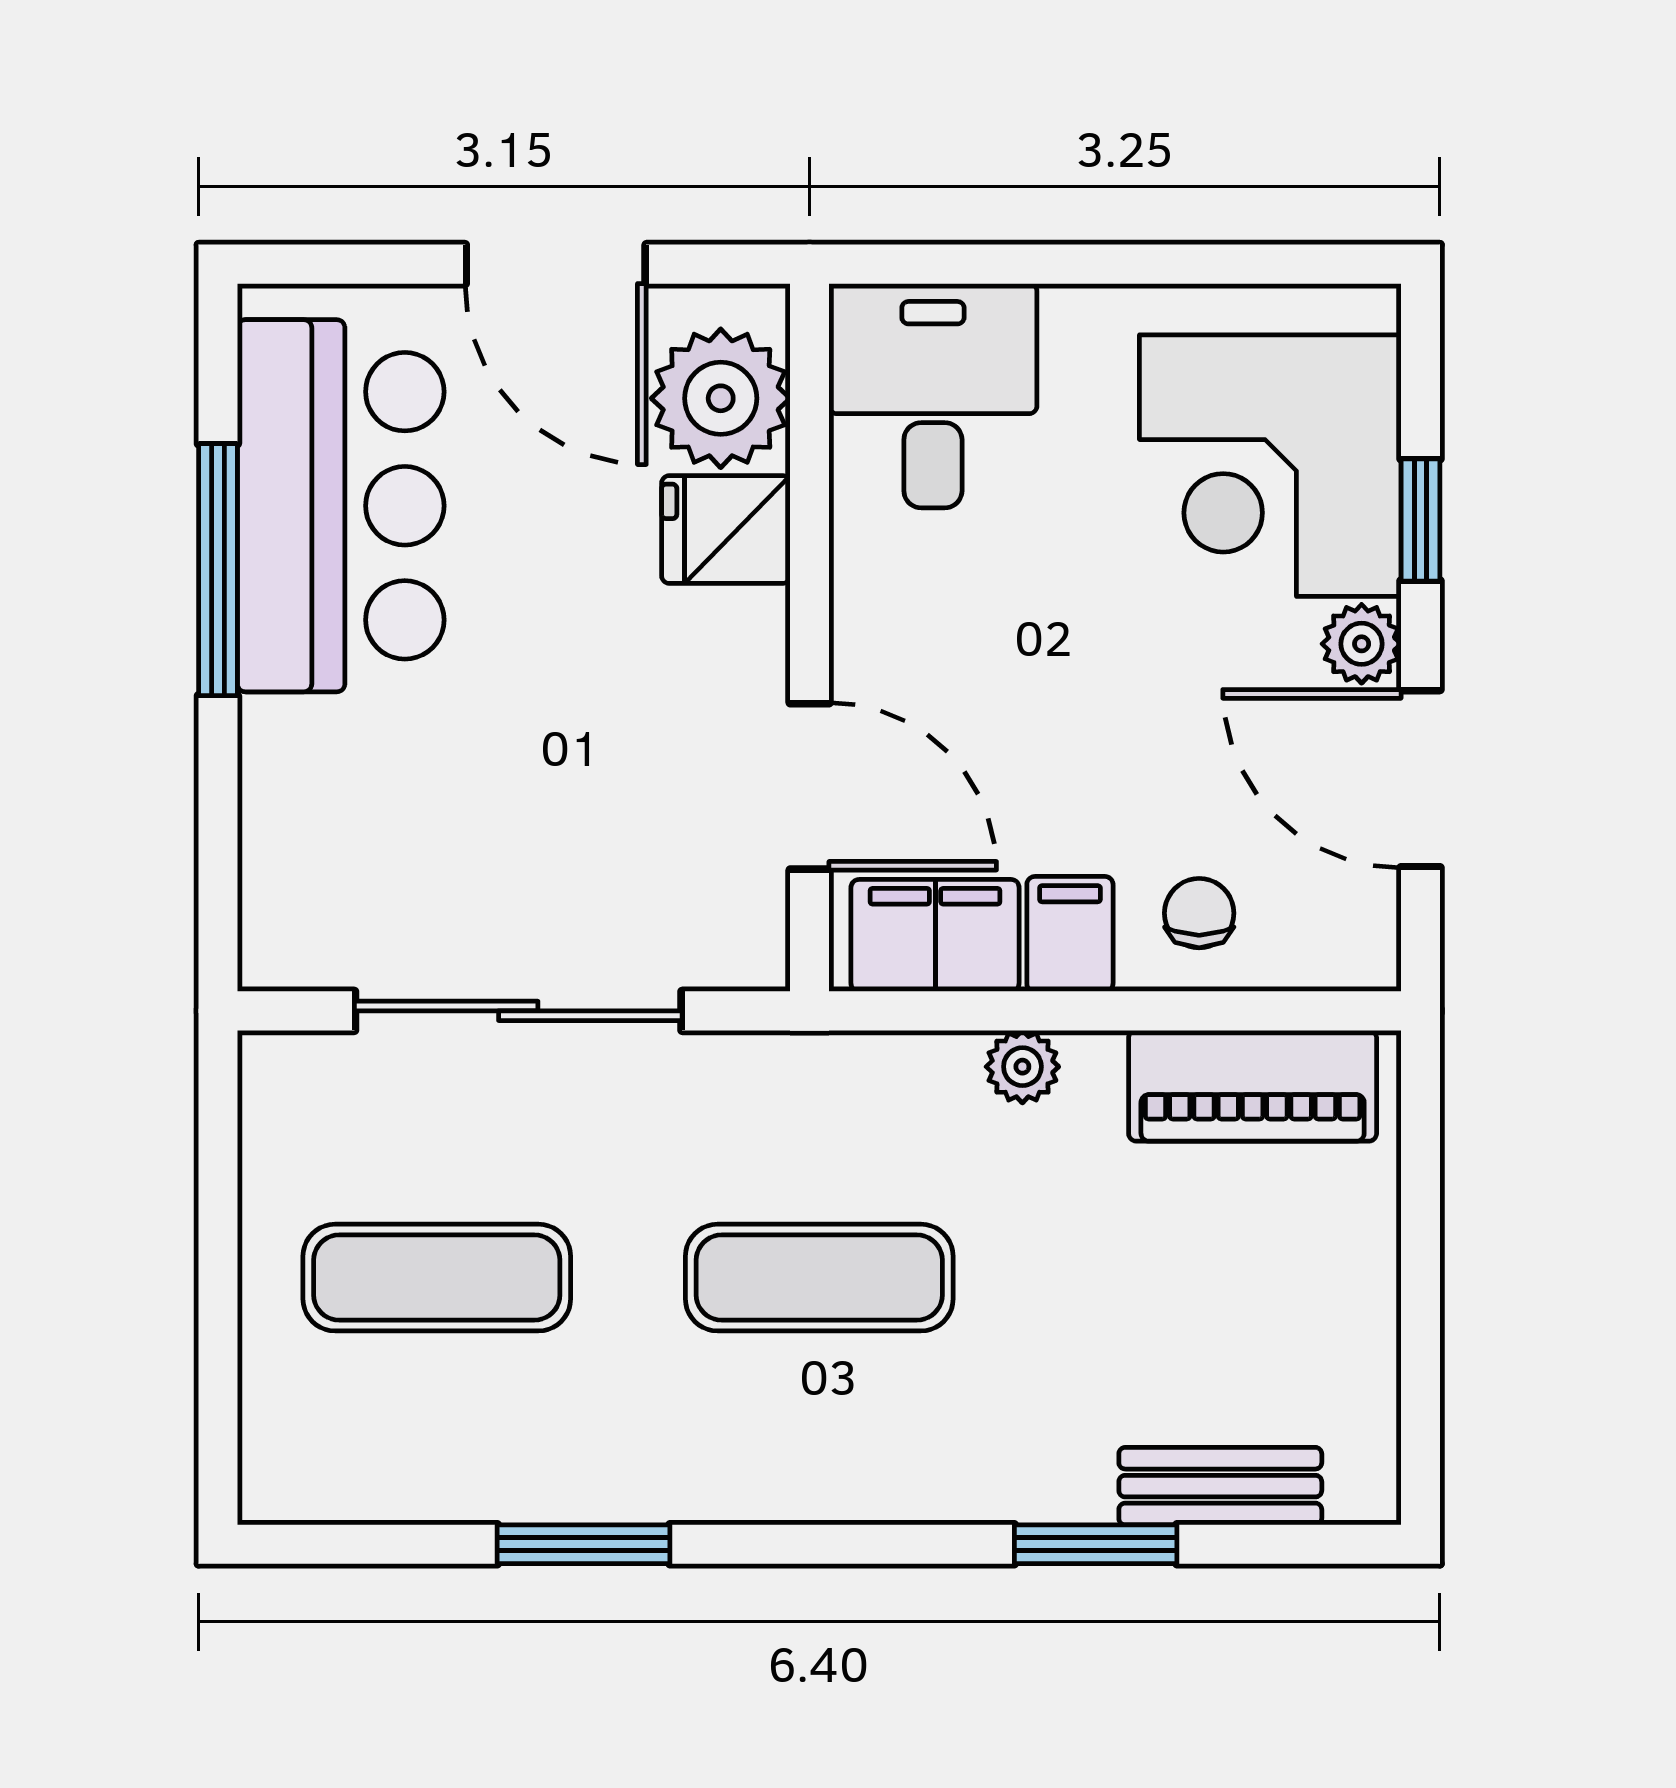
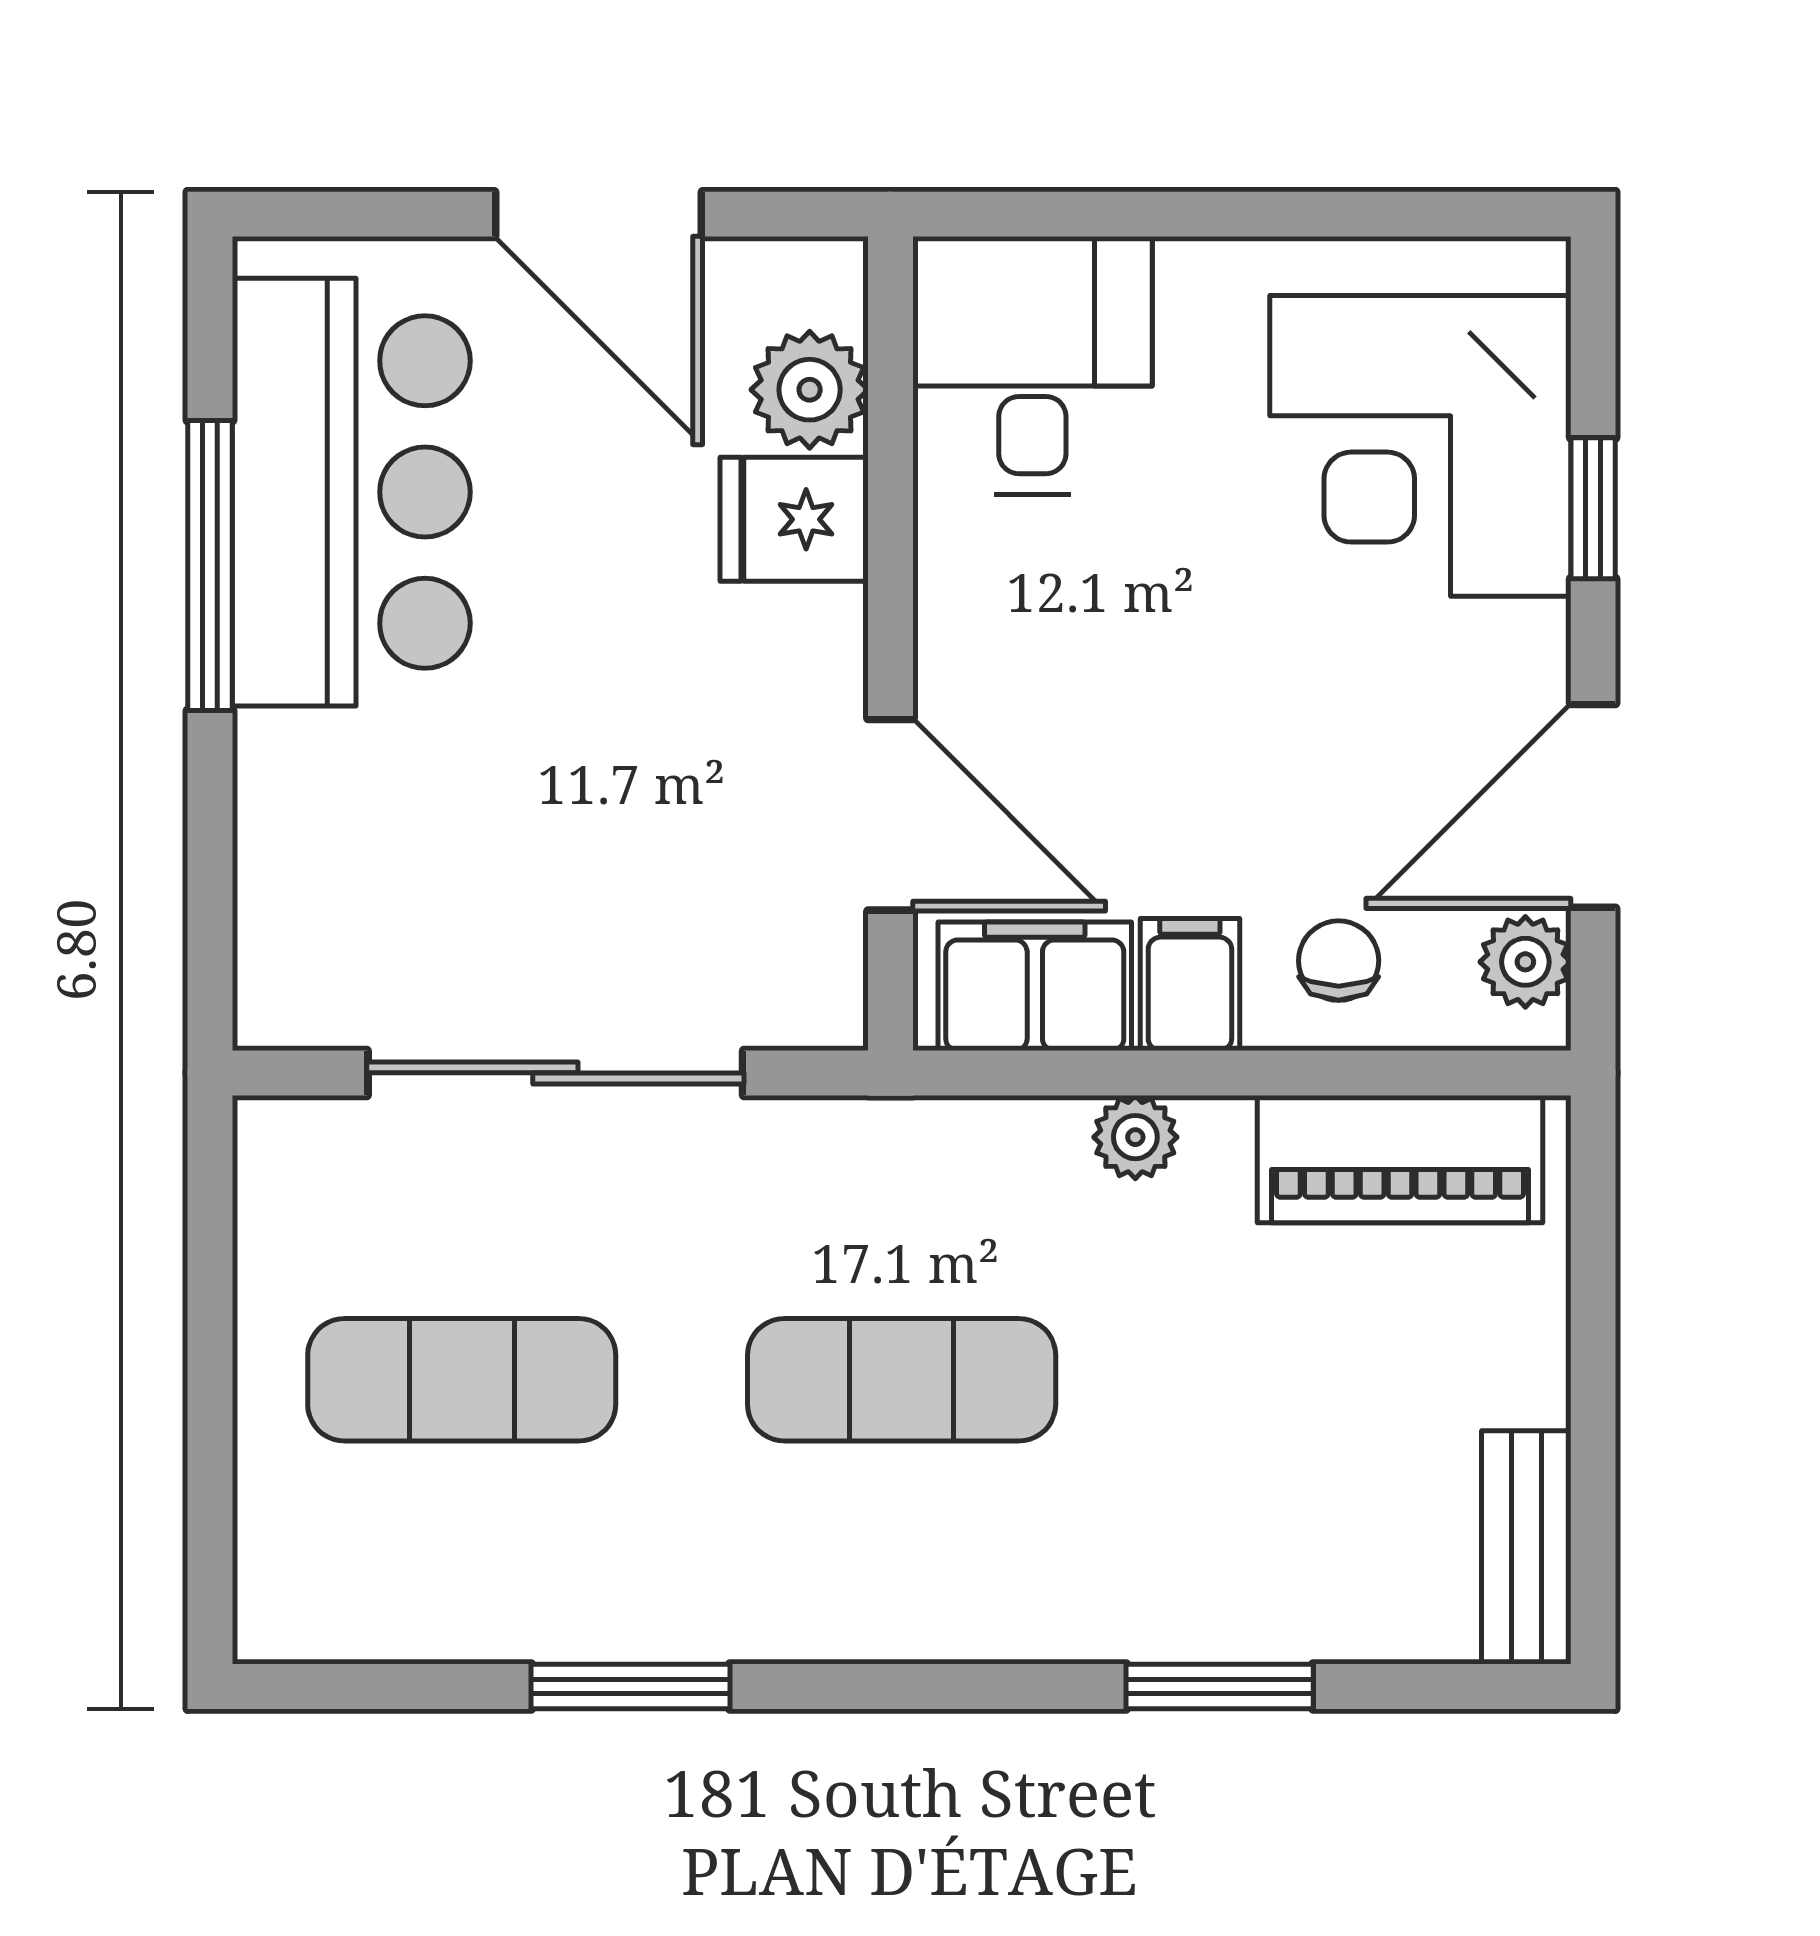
plant: (721, 398) -> (810, 390), width x0.73, depth x0.73
plant: (1362, 644) -> (1525, 962), moved
door: (1421, 779) -> (1593, 806), hinge flipped
bench: (1220, 1486) -> (1526, 1547), moved, turned 90

